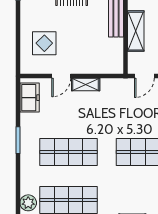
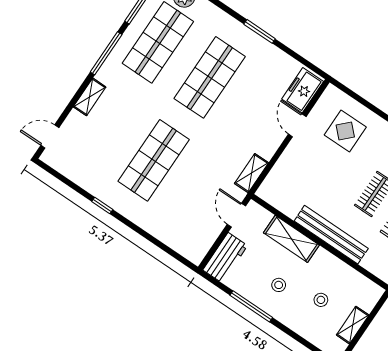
shelving: (86, 85) -> (252, 173), moved
freezer: (30, 98) -> (303, 90), moved, turned 90

